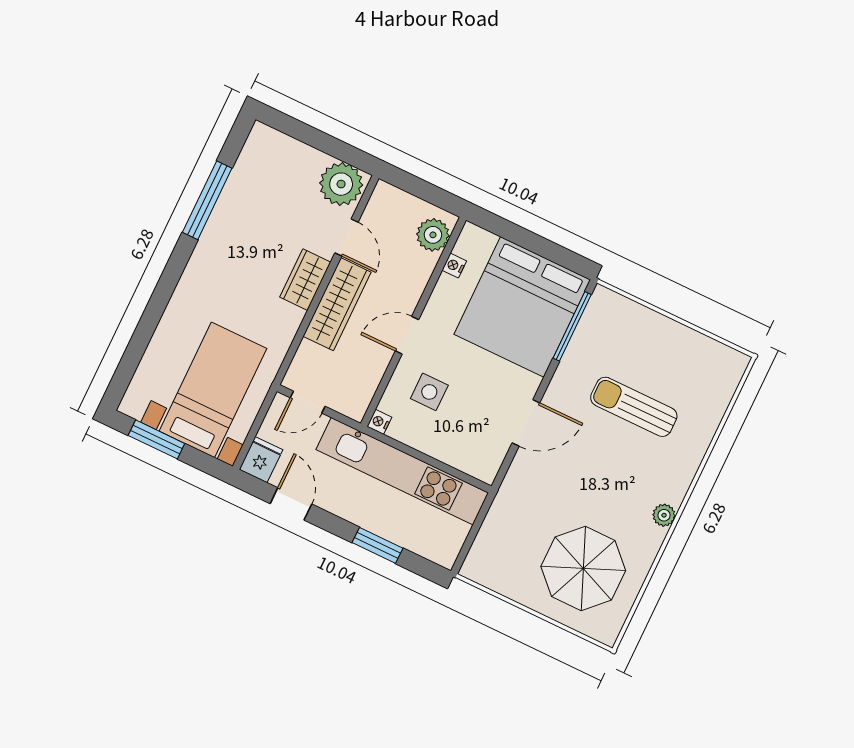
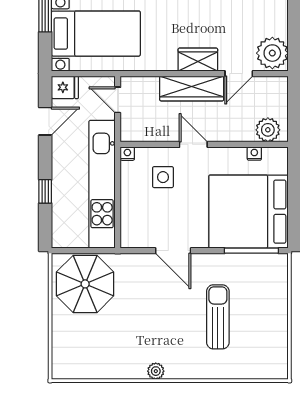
window: (378, 545) -> (45, 191), width x0.67
parasol: (583, 568) -> (85, 284), moved

